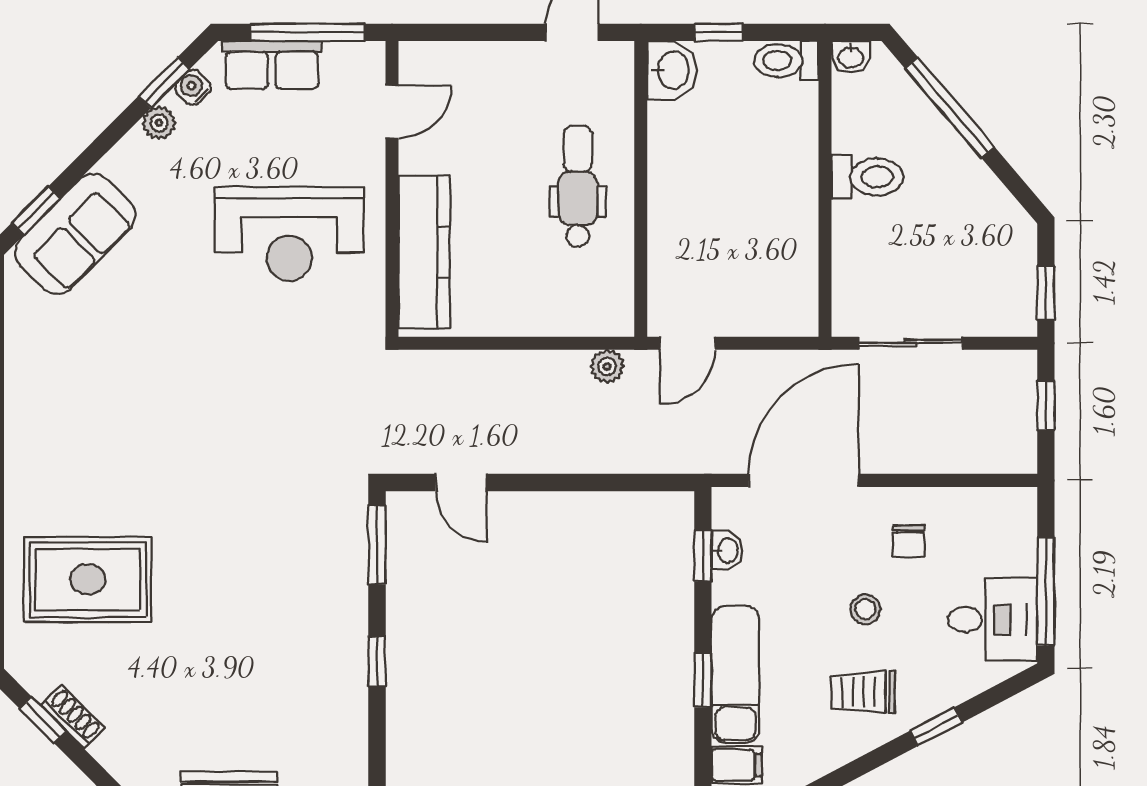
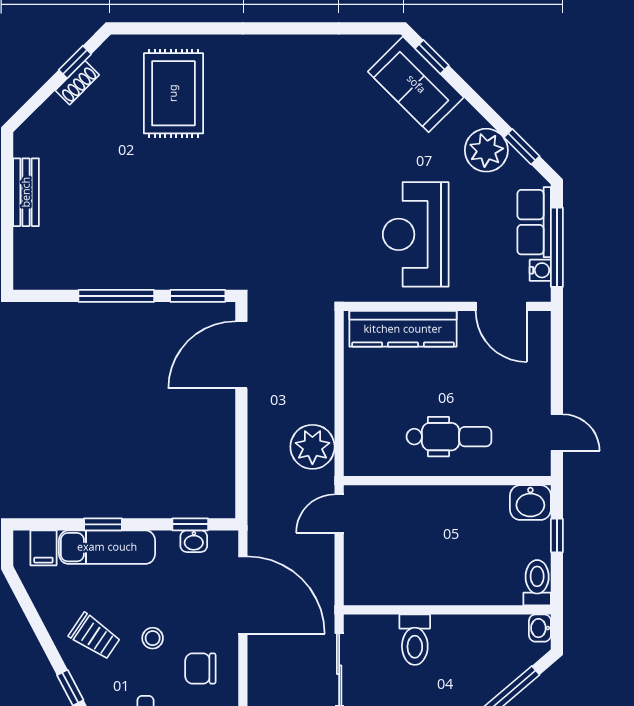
water cooler: (193, 87) -> (540, 270), moved, turned 45
door: (392, 112) -> (501, 306), width x1.37
plant: (159, 123) -> (486, 150), width x1.88, depth x1.88
toilet: (868, 177) -> (415, 640), moved
door: (688, 343) -> (339, 514), hinge flipped
plant: (607, 366) -> (312, 447), width x1.88, depth x1.88
door: (461, 483) -> (241, 355), width x1.88
chair: (909, 541) -> (200, 669), width x1.37, depth x1.37
window: (377, 661) -> (116, 296), width x2.17
trolley: (863, 692) -> (95, 636), turned 124

